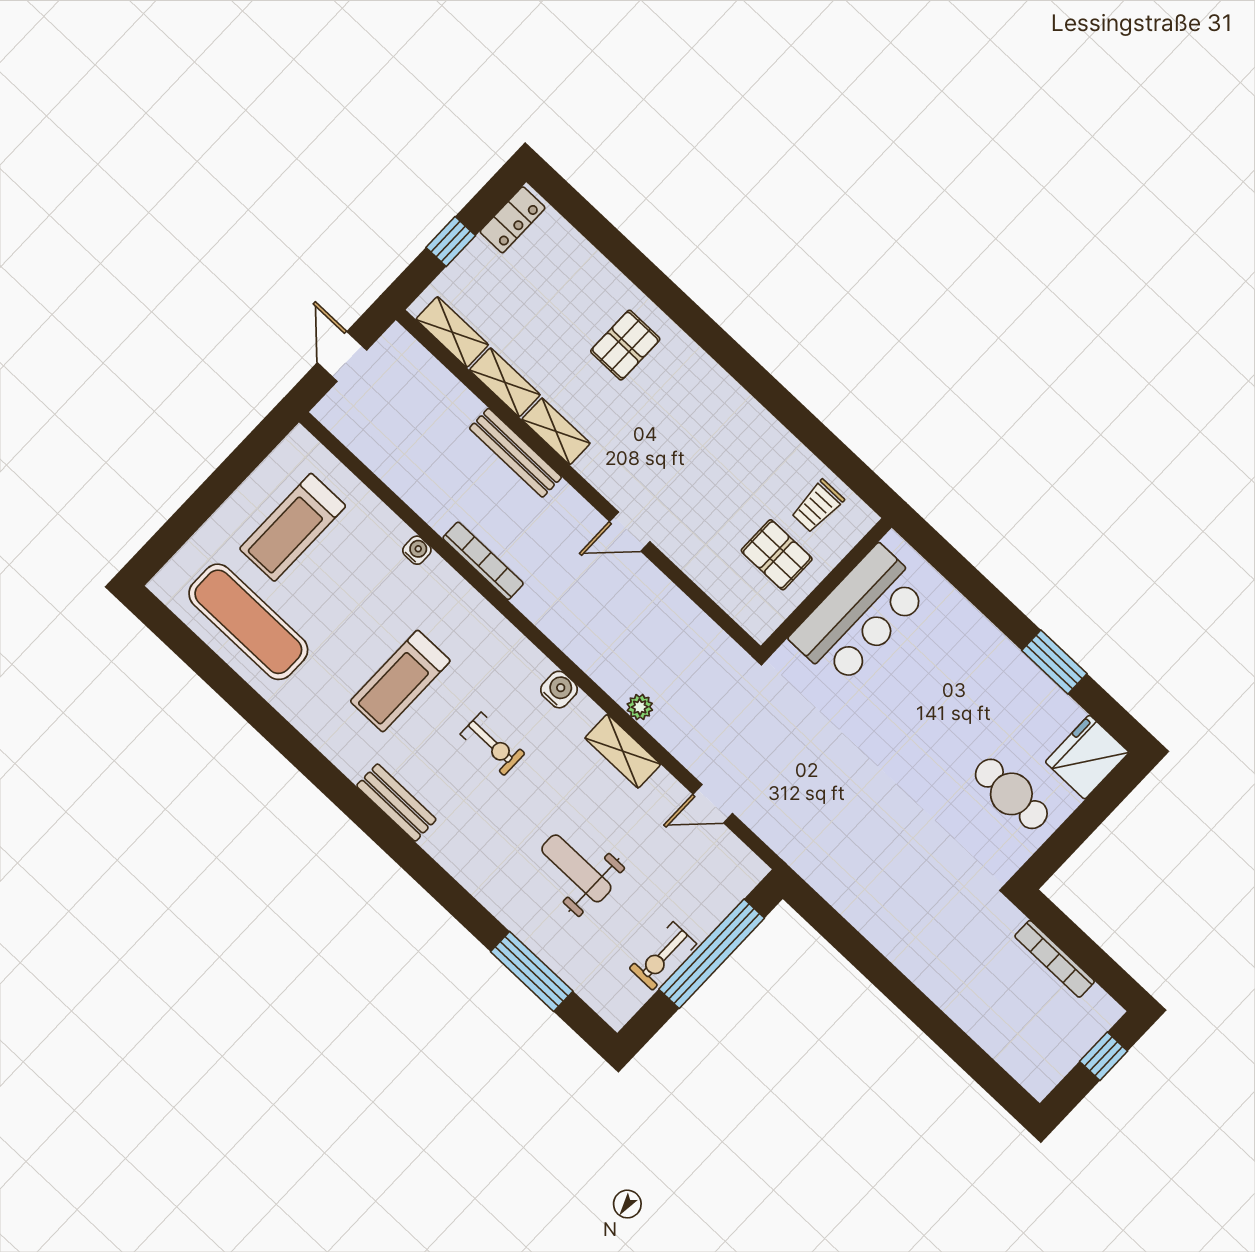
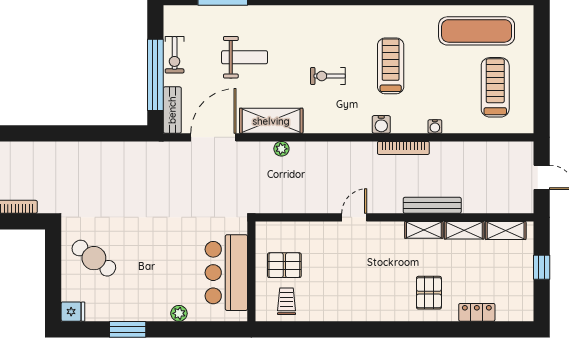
locker: (513, 220) -> (477, 312), moved, turned 90
plant: (969, 621) -> (179, 313), added
water cooler: (559, 690) -> (381, 124), moved
shelving: (623, 751) -> (271, 121), width x1.50, depth x1.33
fridge: (1087, 757) -> (73, 312), width x0.53, depth x0.75
cafe table: (1011, 794) -> (94, 258), turned 36
bench: (396, 803) -> (172, 110), moved, turned 90
door: (713, 804) -> (213, 137), width x1.87
exercise bike: (663, 956) -> (175, 55), turned 180

